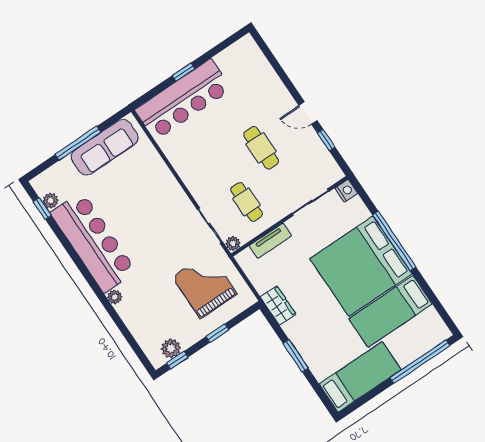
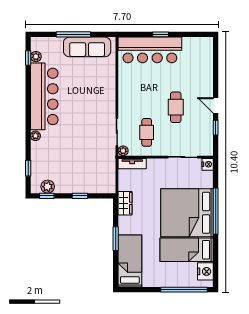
tv unit: (270, 241) -> (132, 164), moved
grand piano: (204, 285) -> (91, 164), removed
nightstand: (431, 322) -> (205, 271), added
window: (132, 342) -> (28, 168), added
bed: (360, 377) -> (130, 261), moved, turned -90

